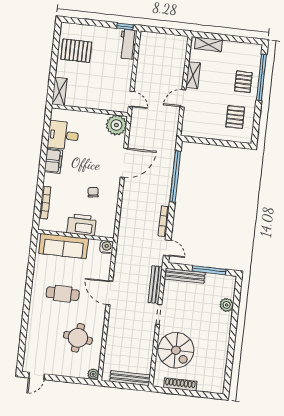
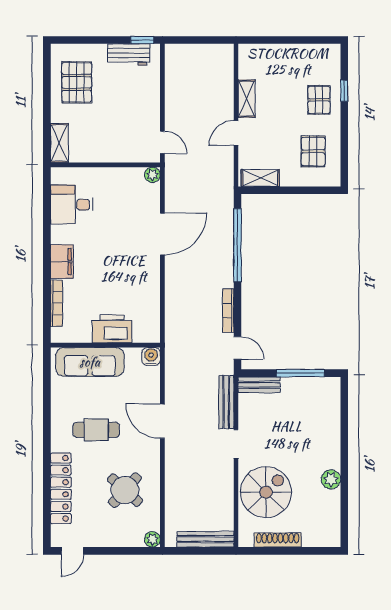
workbench: (128, 44) -> (129, 55), moved, turned -90
shelving: (208, 44) -> (260, 178), moved
pallet: (76, 51) -> (77, 82), turned 90
window: (261, 77) -> (344, 91), width x0.32
plant: (116, 125) -> (152, 175), width x0.53, depth x0.53
filing cabinet: (53, 161) -> (62, 262), moved
chair: (93, 192) -> (123, 281), removed
bench: (185, 276) -> (259, 385), width x0.73
plant: (227, 305) -> (331, 479), moved
locker: (34, 332) -> (61, 488), added
round table: (78, 338) -> (125, 490), turned 34
spiral stairs: (176, 350) -> (266, 492), turned -90

